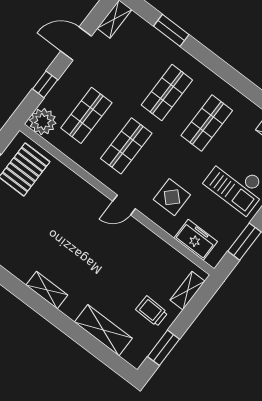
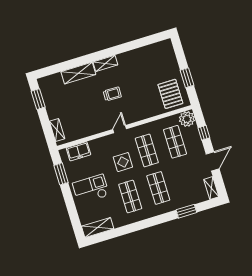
display table: (172, 197) -> (123, 162), moved
trolley: (152, 311) -> (112, 94), moved
shelving: (103, 330) -> (78, 73), moved

